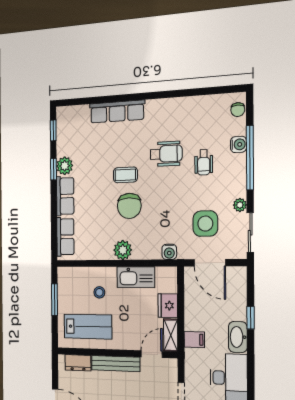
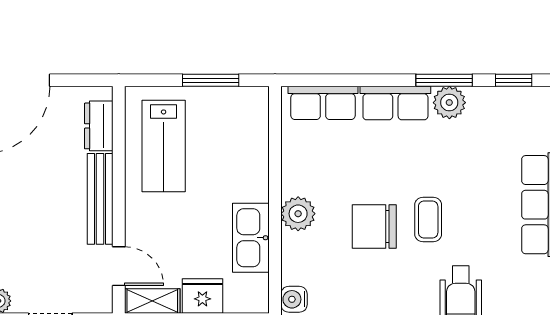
window: (53, 169) -> (444, 80), width x1.50
stool: (99, 292) -> (224, 169), removed

